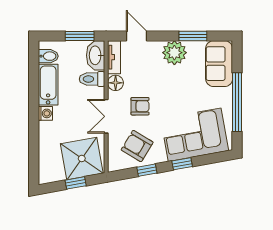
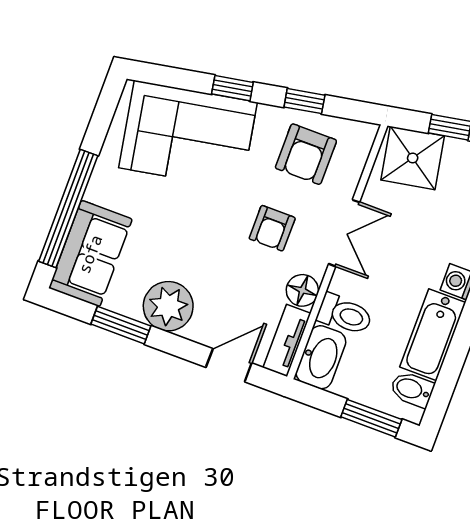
window: (80, 36) -> (371, 418), moved
door: (137, 36) -> (229, 365), swing flipped
window: (237, 102) -> (68, 208), moved
armchair: (140, 106) -> (272, 228), turned -90
armchair: (137, 146) -> (306, 154), turned 59
shower: (82, 158) -> (413, 158), width x0.73, depth x0.73

